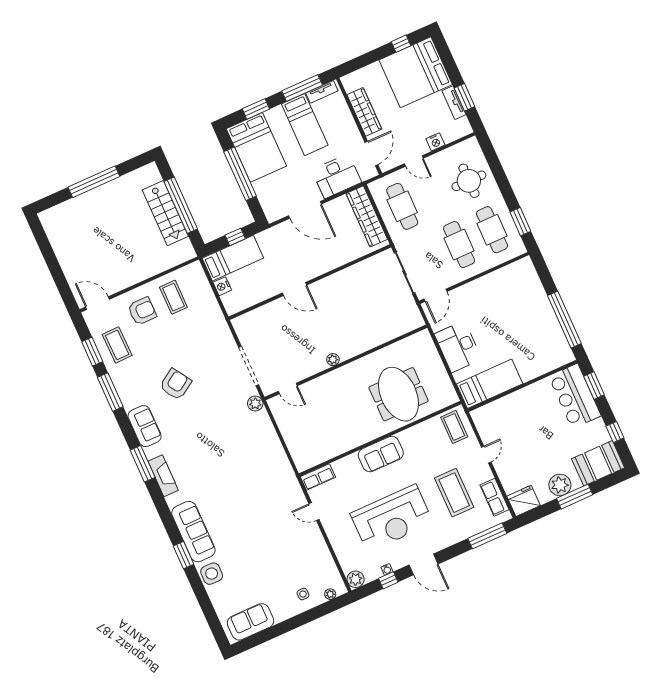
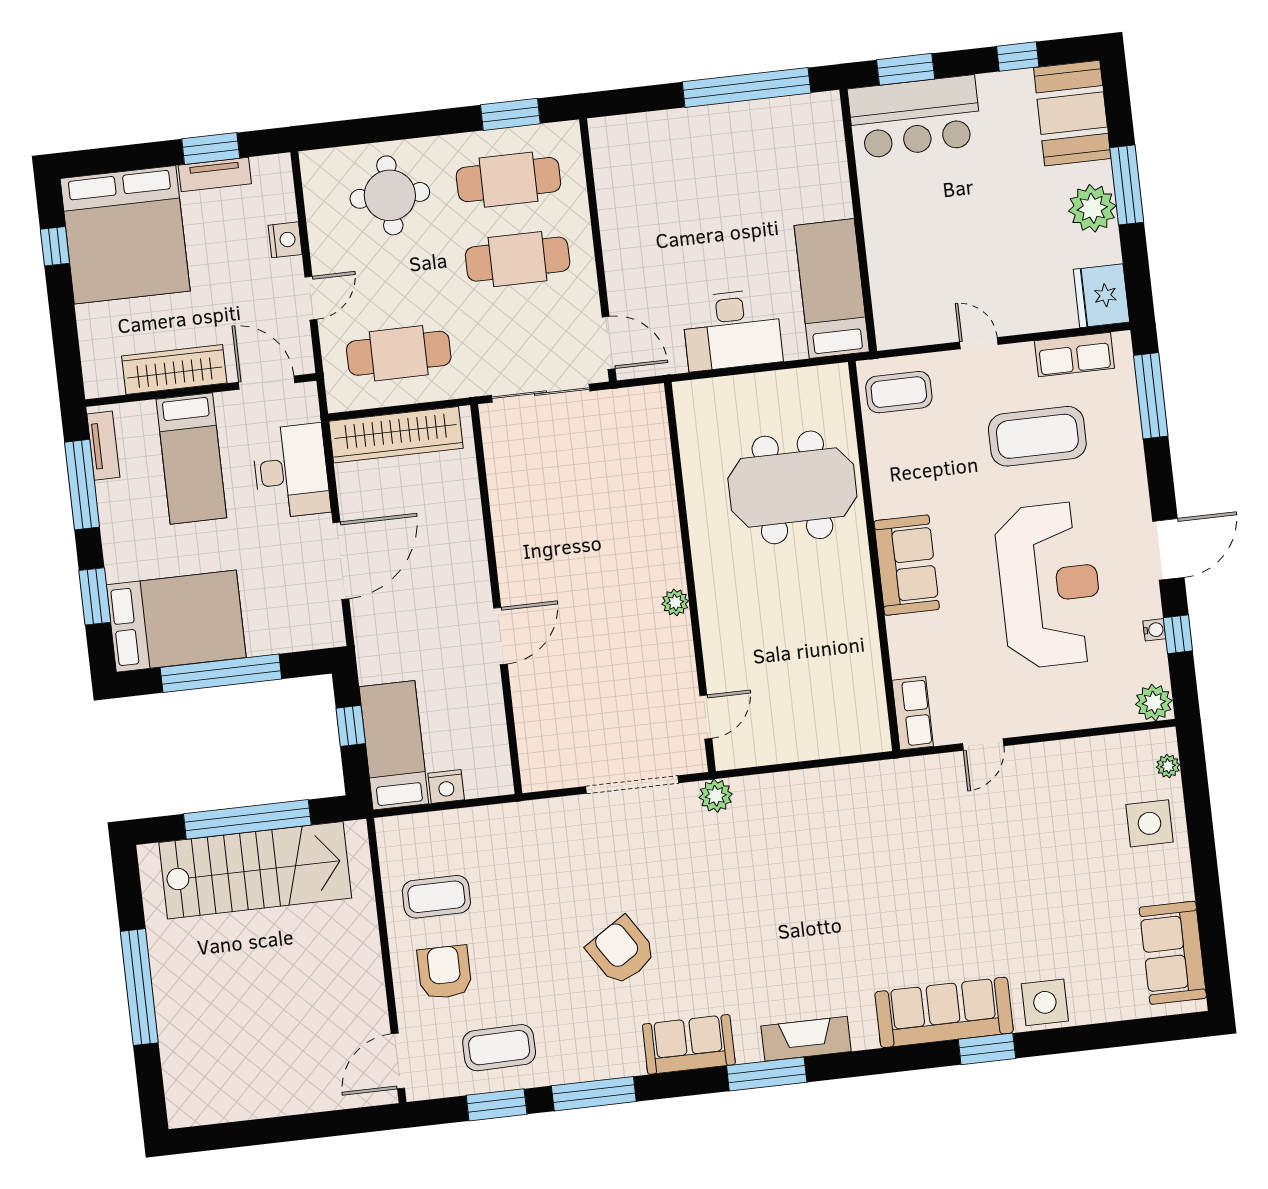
bed: (305, 125) -> (191, 458), moved, turned 90
stairs: (165, 213) -> (255, 870), width x1.36, depth x1.51
side table: (303, 594) -> (1150, 823), width x1.87, depth x1.87

